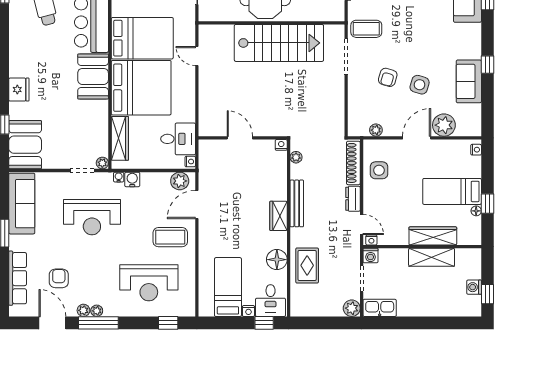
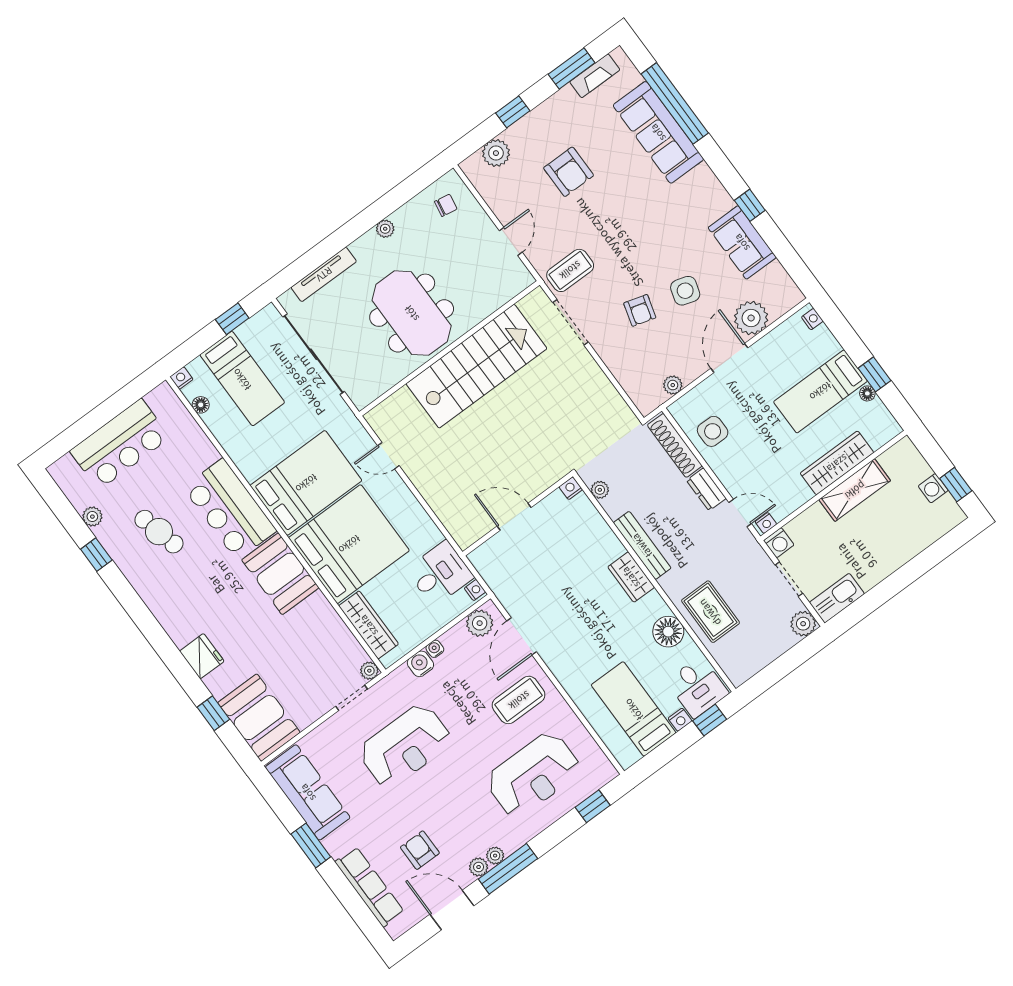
water cooler: (119, 177) -> (435, 649), moved

